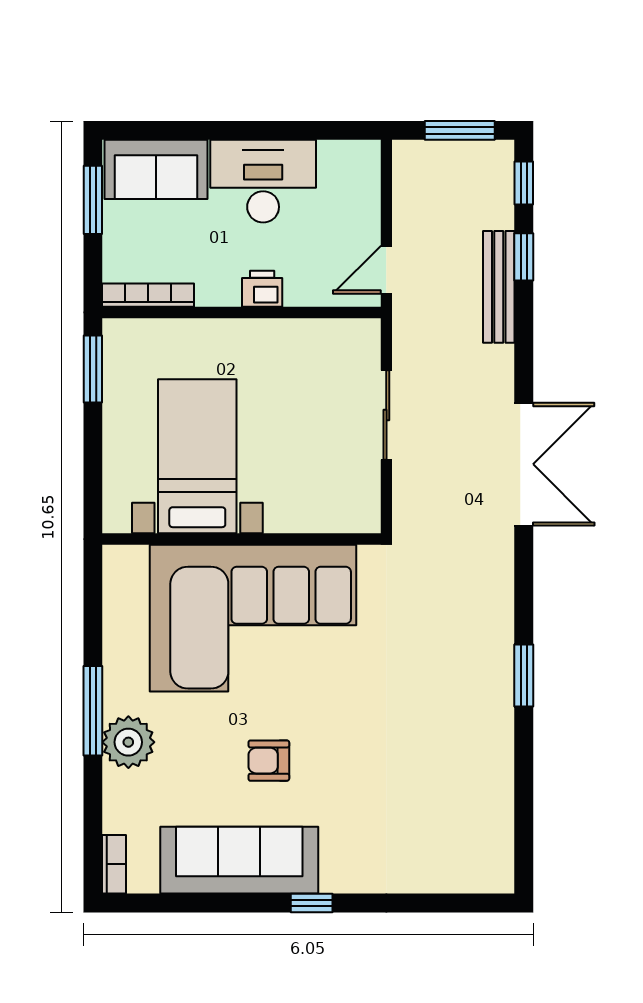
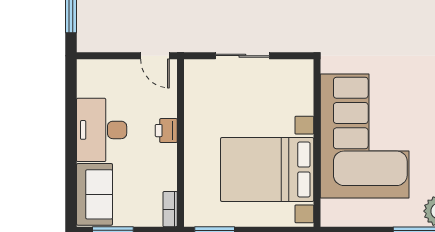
bookcase: (148, 295) -> (170, 209), width x0.64
bed with nightstands: (197, 456) -> (267, 170), width x1.36

